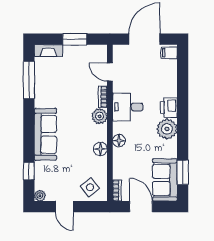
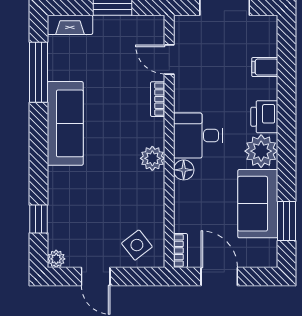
filing cabinet: (169, 53) -> (265, 67), moved
desk: (128, 107) -> (198, 136), moved
plant: (100, 116) -> (152, 158), moved
sofa: (45, 134) -> (65, 123), moved
floor lamp: (100, 149) -> (154, 183), removed
sofa: (165, 180) -> (258, 204), moved

